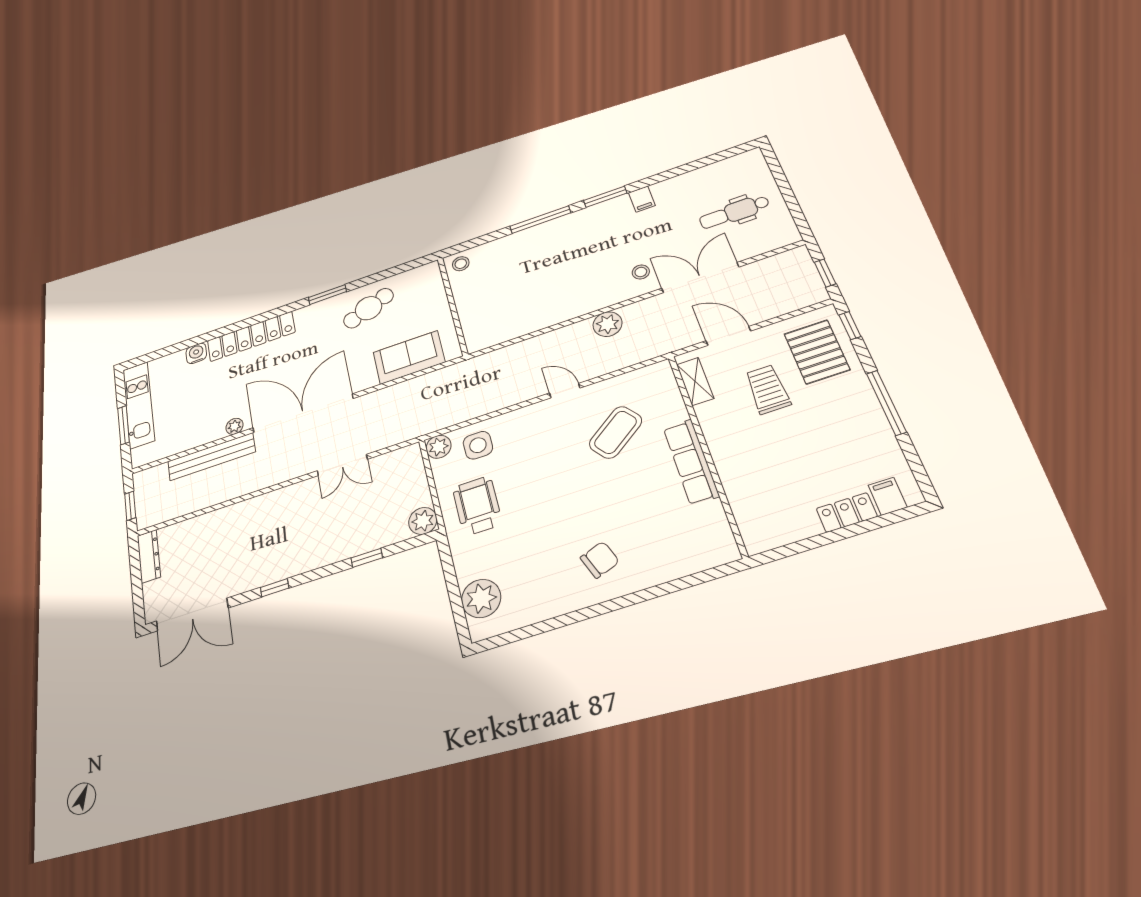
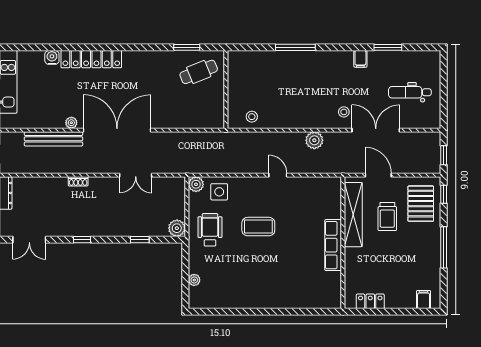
window: (605, 197) -> (388, 47), moved
stool: (461, 264) -> (252, 117), moved
window: (327, 295) -> (187, 47), moved
cafe table: (369, 308) -> (199, 72), moved
sofa: (409, 357) -> (191, 116), removed
shelving: (695, 381) -> (353, 215), width x2.20, depth x1.33
trolley: (767, 389) -> (387, 217), turned 180
coffee table: (616, 432) -> (258, 227), moved, turned 37
shoe rack: (256, 503) -> (78, 181), added
locker: (847, 512) -> (370, 301), moved
chair: (600, 560) -> (269, 285), removed
plant: (481, 598) -> (194, 280), width x0.53, depth x0.53
double door: (192, 615) -> (29, 240), width x0.73

